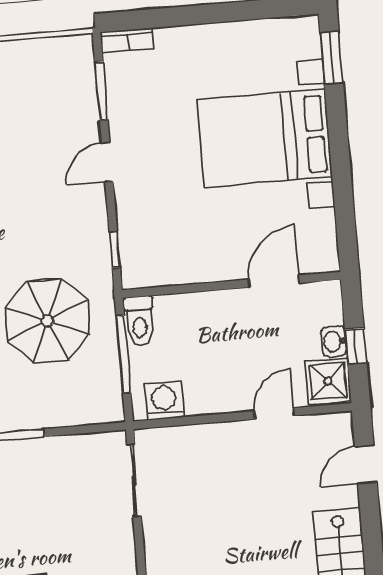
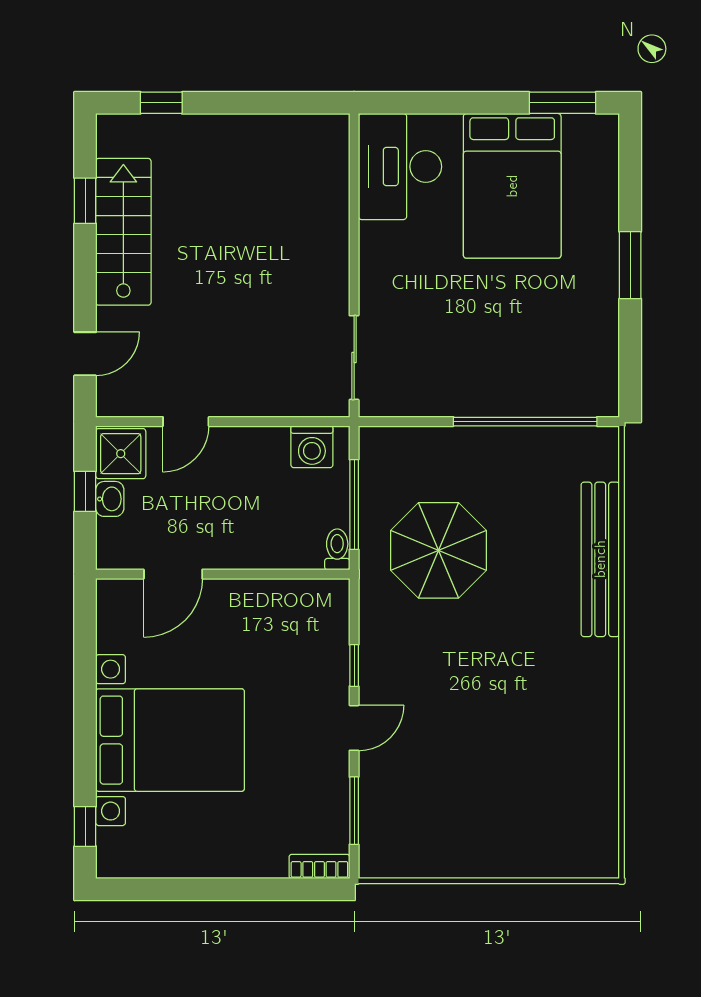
window: (332, 58) -> (85, 826), width x0.67
window: (115, 250) -> (354, 665), moved
toilet: (139, 321) -> (337, 549), width x0.73, depth x0.72

